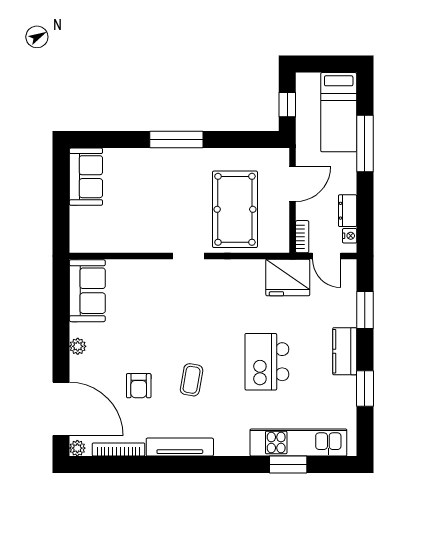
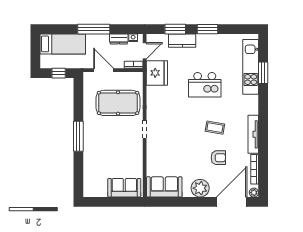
window: (365, 143) -> (94, 29), moved
sofa: (86, 177) -> (124, 188), moved
plant: (78, 346) -> (200, 188), width x1.88, depth x1.88
kitchen counter: (345, 351) -> (182, 41), moved
window: (365, 389) -> (208, 29), moved

